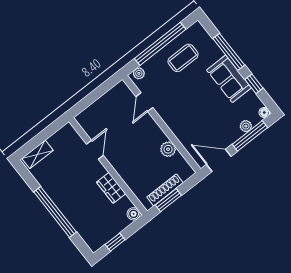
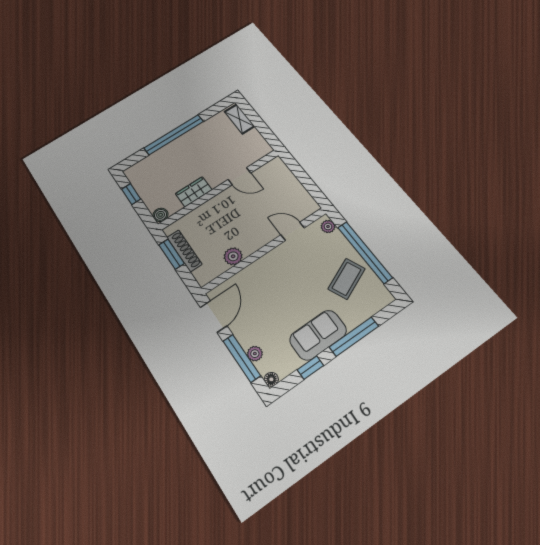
coffee table: (183, 58) -> (347, 279), turned 66

